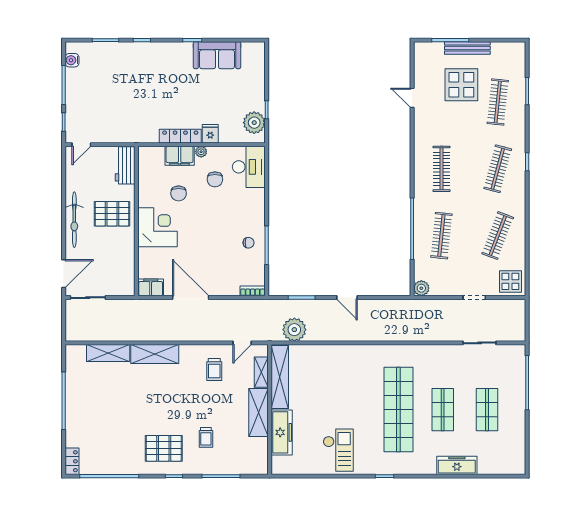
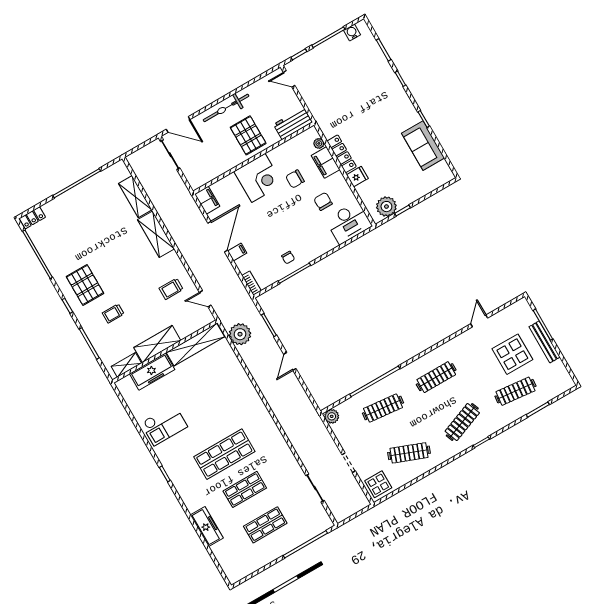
plant: (201, 152) -> (319, 143), moved
clothes rail: (498, 169) -> (462, 422), turned -36
chair: (215, 179) -> (323, 201), turned 90
filing cabinet: (216, 287) -> (237, 252), added
shelving: (261, 372) -> (126, 365), moved
shop shelf: (398, 410) -> (224, 454), width x0.71

